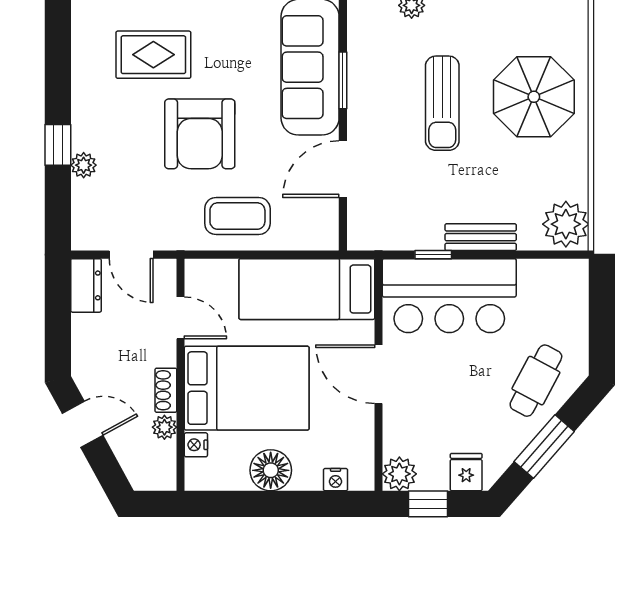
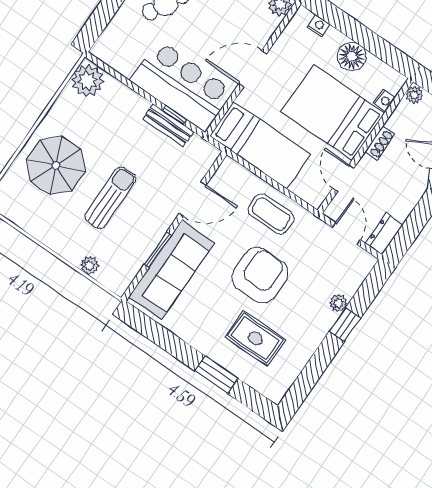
bench: (481, 237) -> (168, 125), moved
door: (379, 374) -> (253, 69), swing flipped
plant: (164, 427) -> (414, 95), moved

